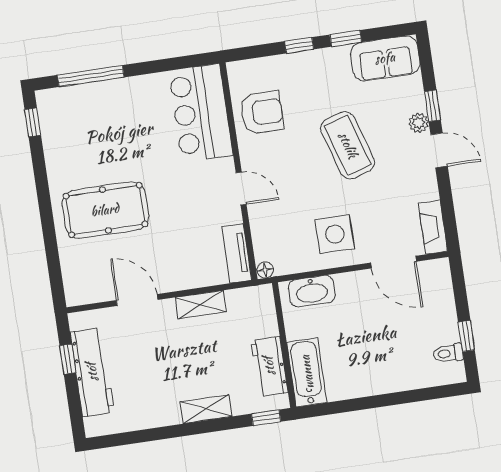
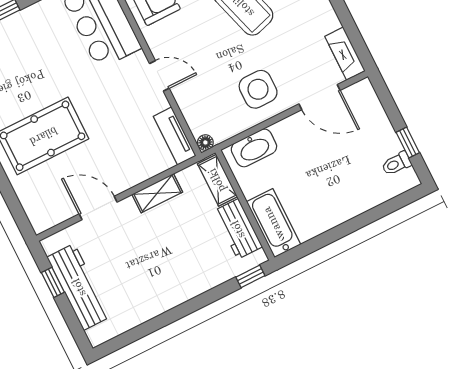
shelving: (206, 409) -> (217, 180), moved, turned 90

